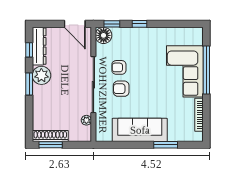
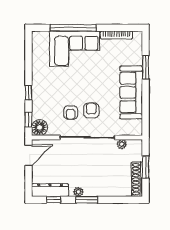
plant: (41, 75) -> (78, 192), width x0.53, depth x0.53
armchair: (121, 89) -> (91, 110), turned 180
window: (51, 145) -> (146, 167), moved

